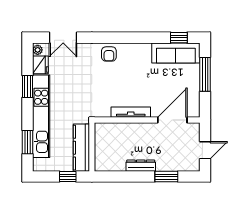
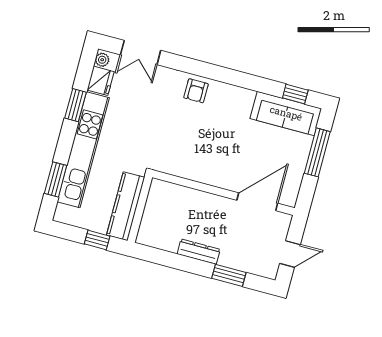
tv unit: (131, 112) -> (204, 176), removed

